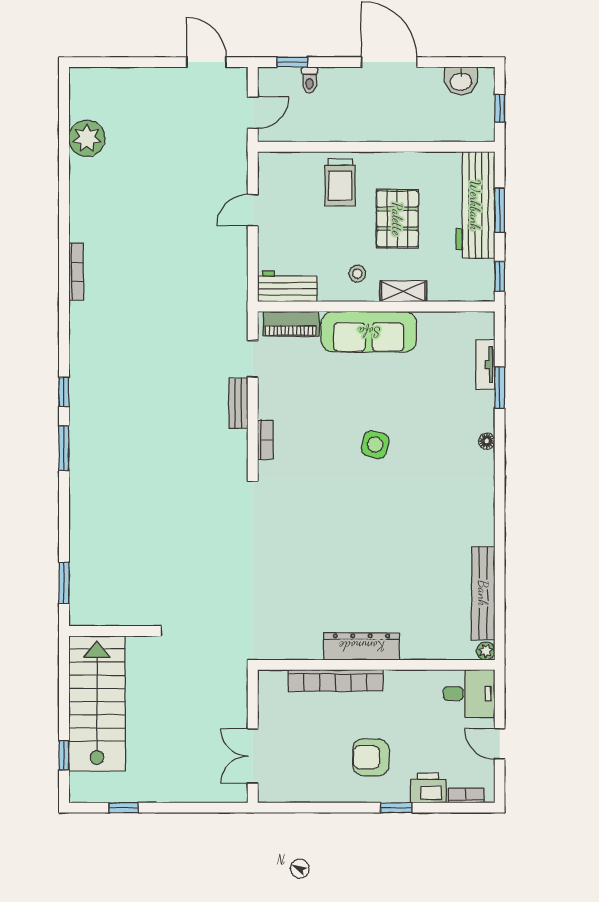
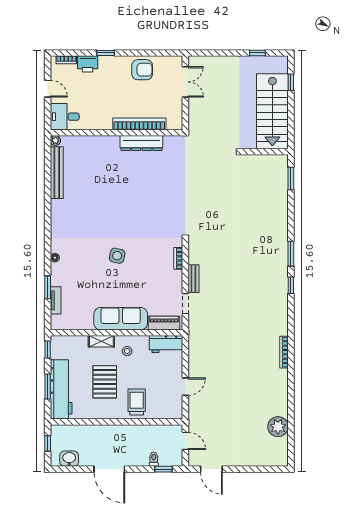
door: (253, 113) -> (185, 441), swing flipped
dresser: (362, 646) -> (141, 143), moved
armchair: (371, 757) -> (142, 70), moved

